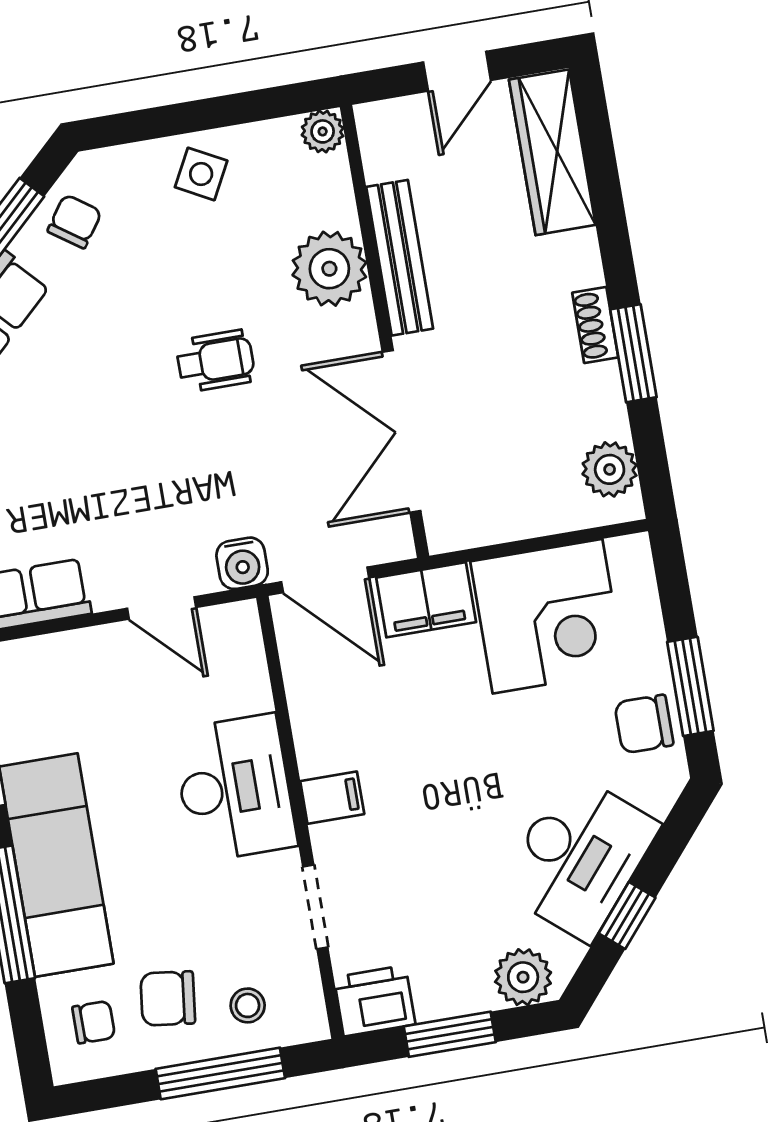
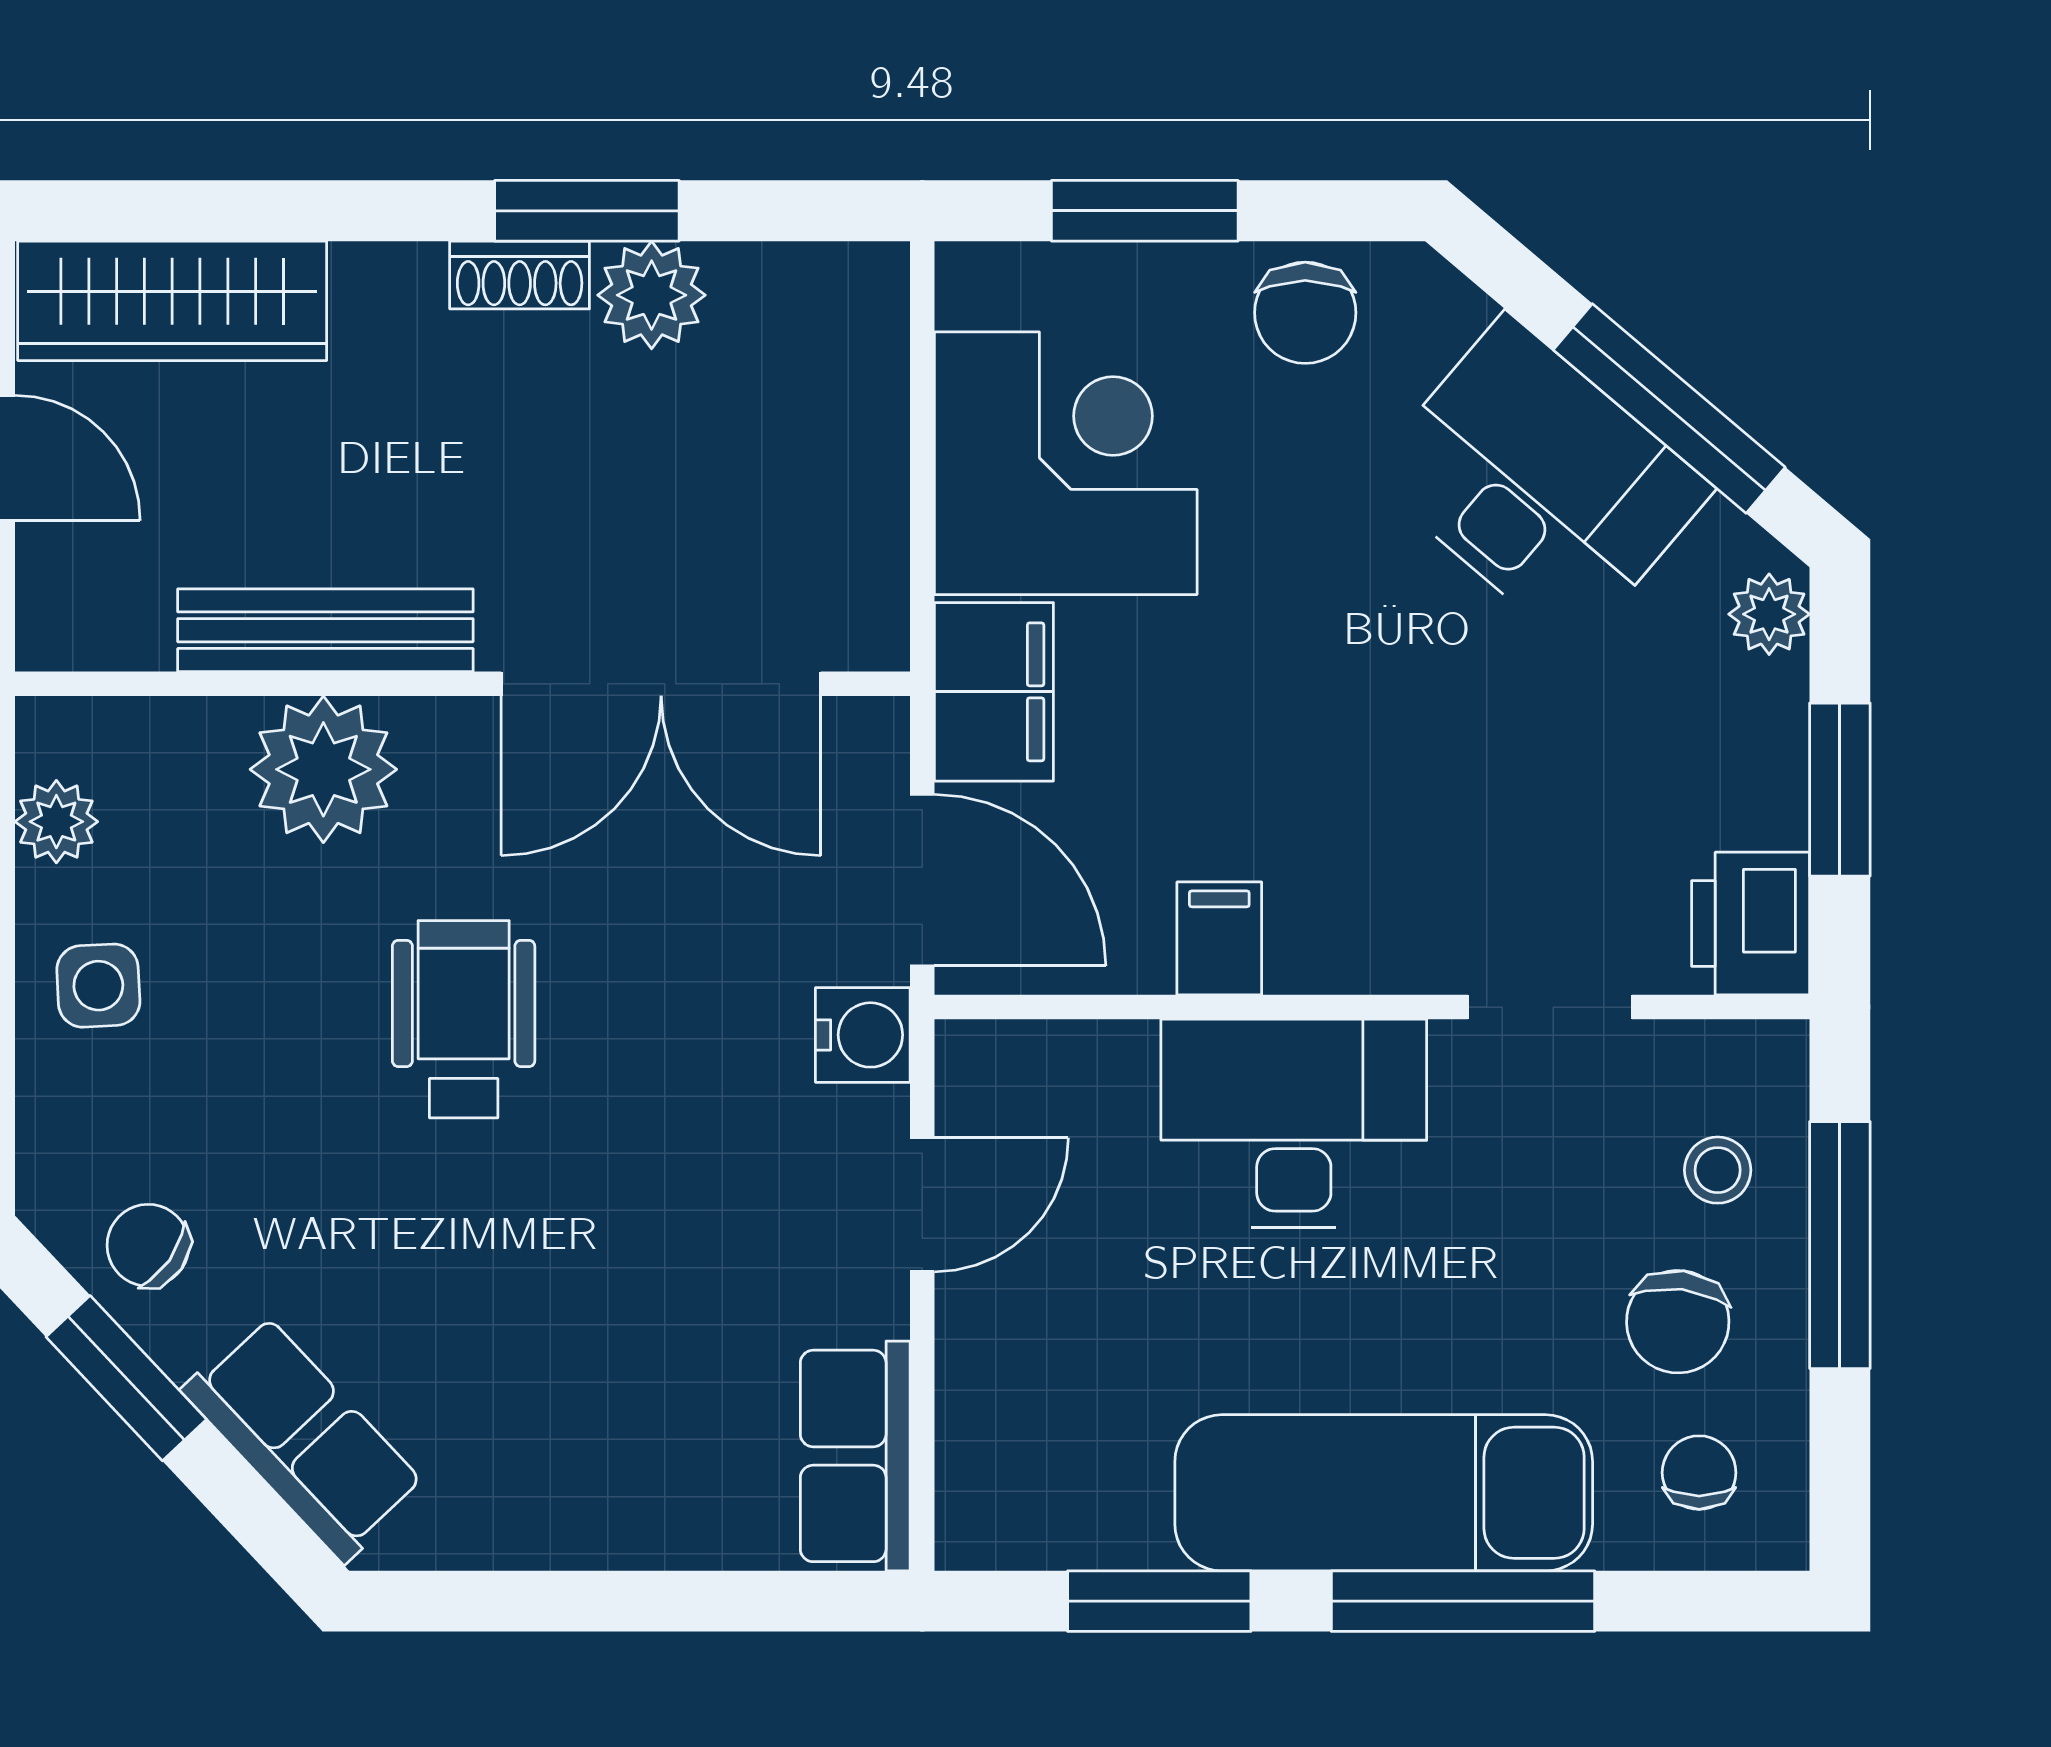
plant: (323, 131) -> (56, 822), moved
side table: (201, 174) -> (98, 986), turned -31
wheelchair: (216, 361) -> (464, 1019), width x1.36, depth x1.37
plant: (610, 469) -> (652, 295), moved
door: (325, 580) -> (922, 880), hinge flipped
window: (690, 686) -> (1145, 211), moved
filing cabinet: (332, 798) -> (1219, 938), moved
window: (627, 916) -> (1669, 408), width x2.17
plant: (523, 977) -> (1769, 614), width x0.73, depth x0.73

